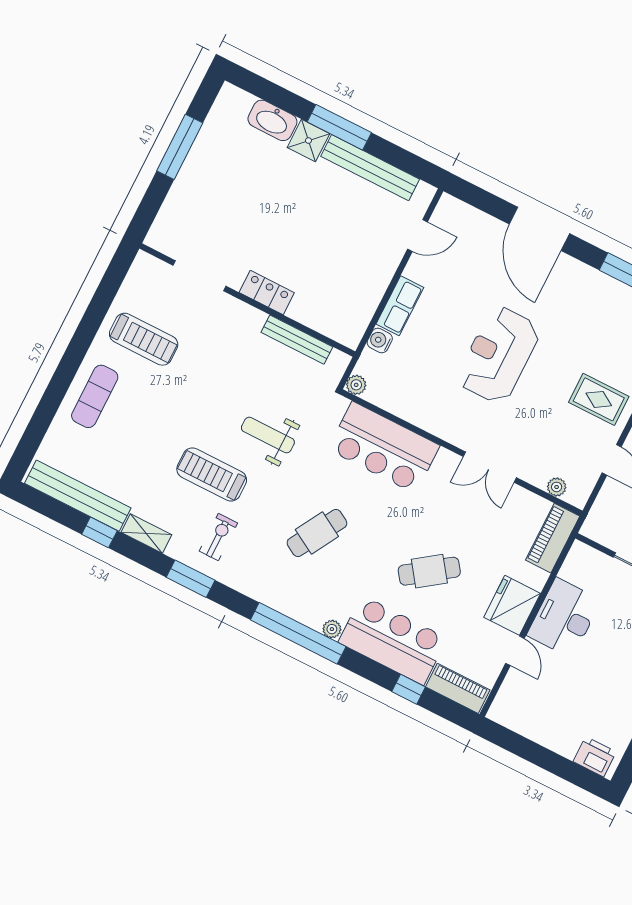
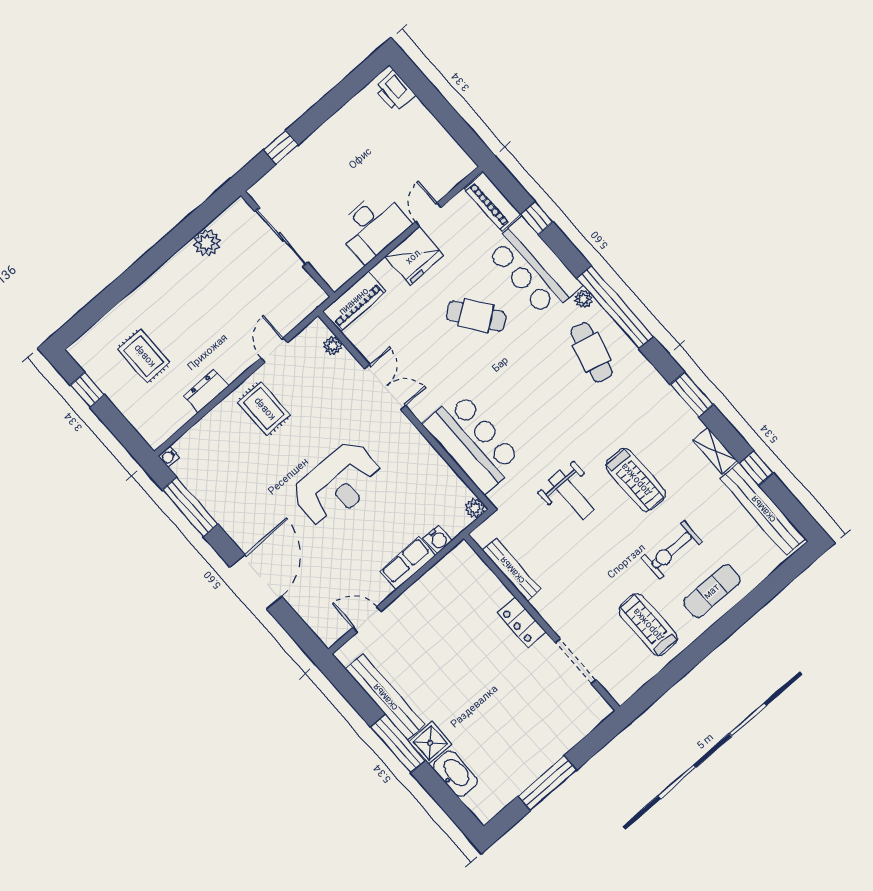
cafe table: (317, 533) -> (592, 352), moved, turned 75
exercise bike: (218, 537) -> (672, 550), moved, width x1.38, depth x1.39

